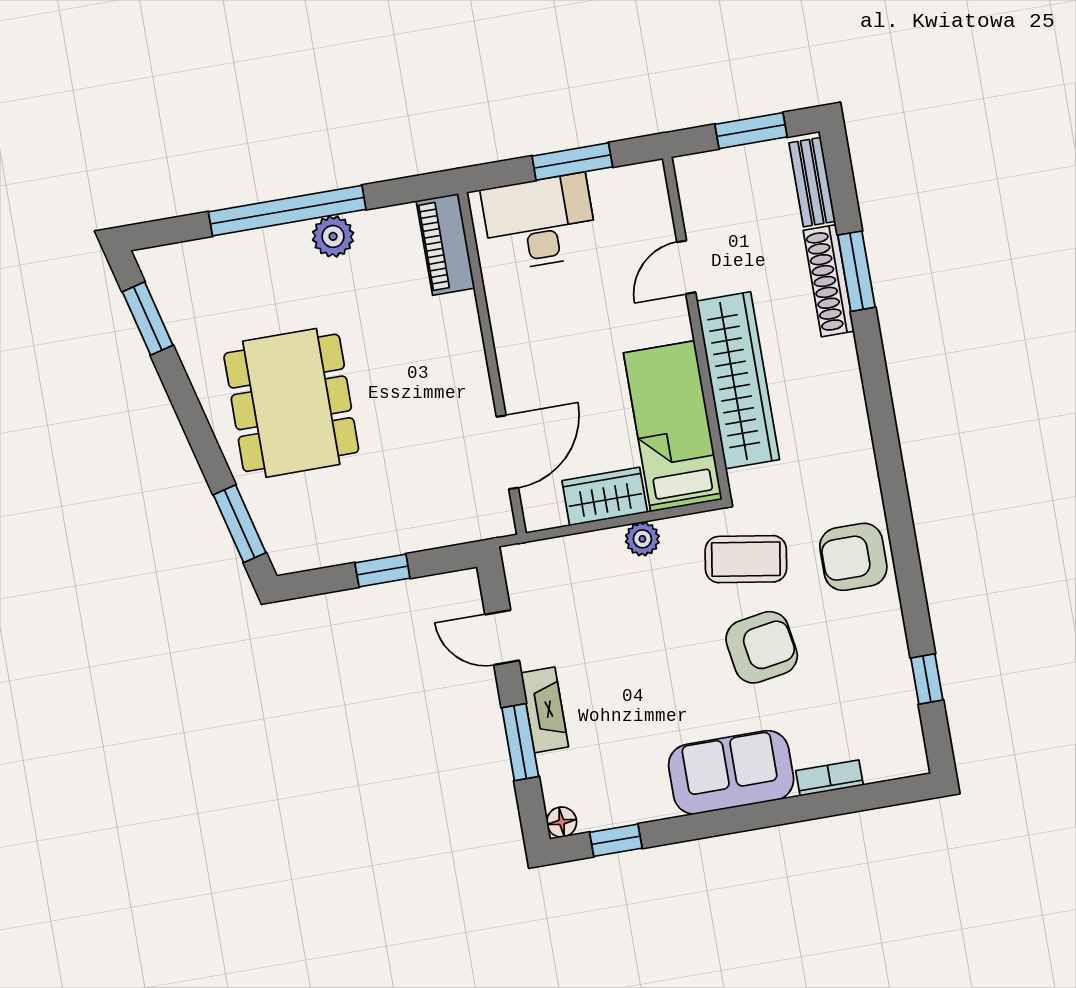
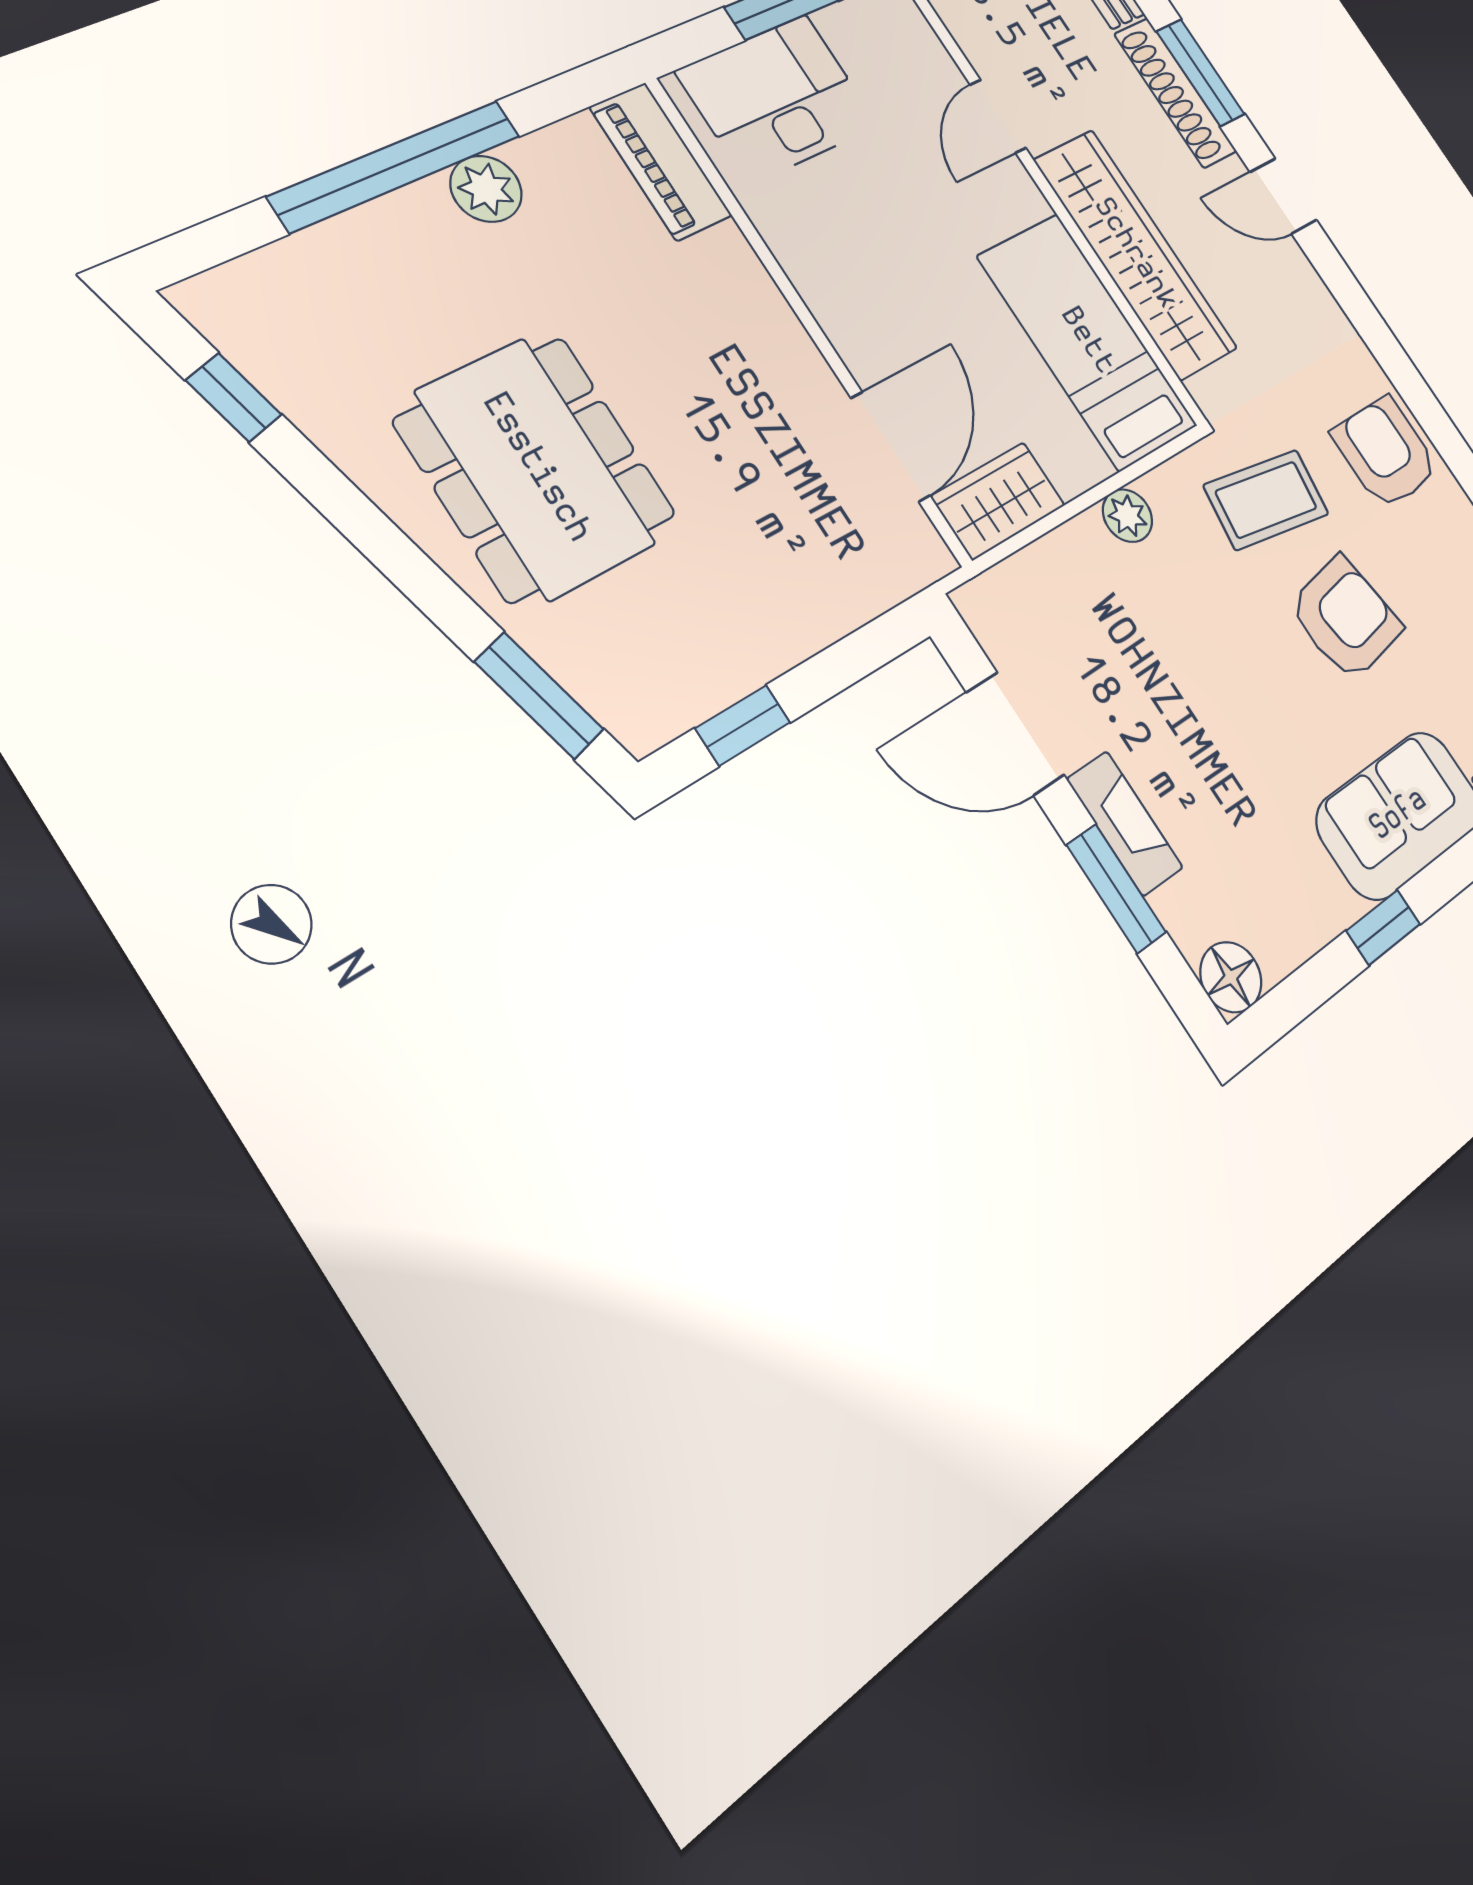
window: (148, 319) -> (234, 397), width x0.67
door: (874, 370) -> (1283, 196), added
wardrobe: (605, 496) -> (998, 501), moved
armchair: (853, 557) -> (1386, 452), turned 90
window: (382, 570) -> (743, 725), moved
door: (502, 638) -> (1015, 734), width x1.38
floor lamp: (562, 822) -> (1231, 977), width x1.37, depth x1.37
window: (616, 840) -> (1383, 927), moved

